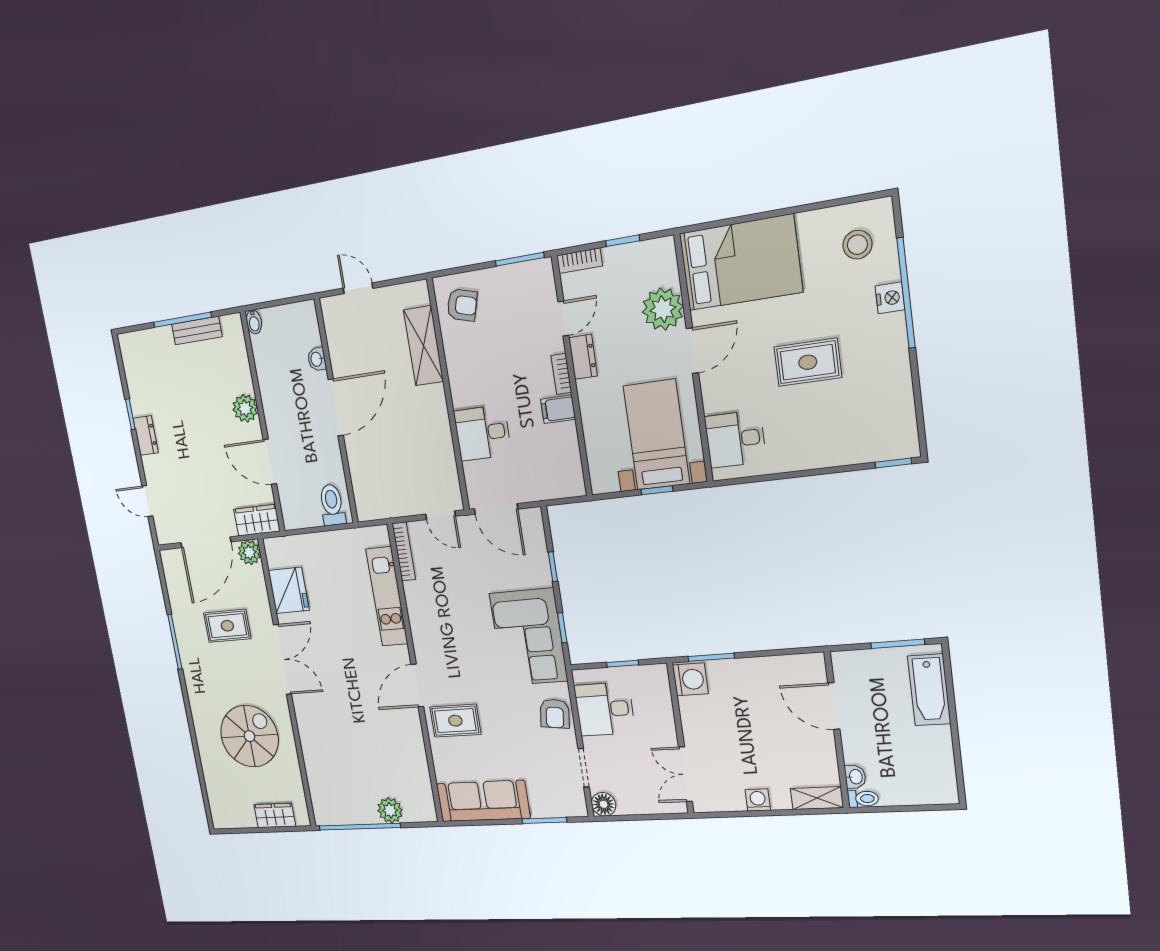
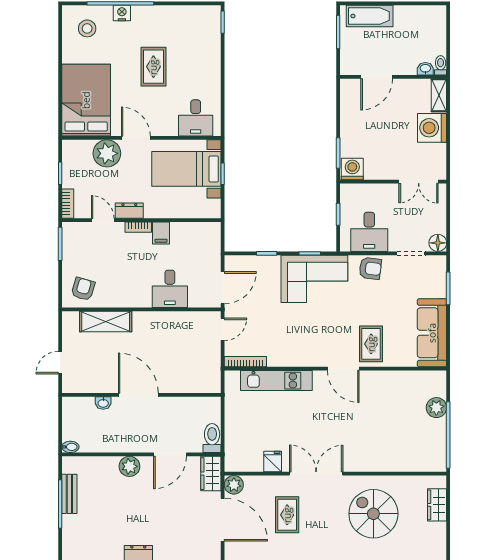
toilet: (332, 505) -> (212, 438), moved, turned 90
fridge: (289, 590) -> (273, 462), width x0.53, depth x0.75
washing machine: (758, 800) -> (432, 128), width x1.89, depth x1.89

